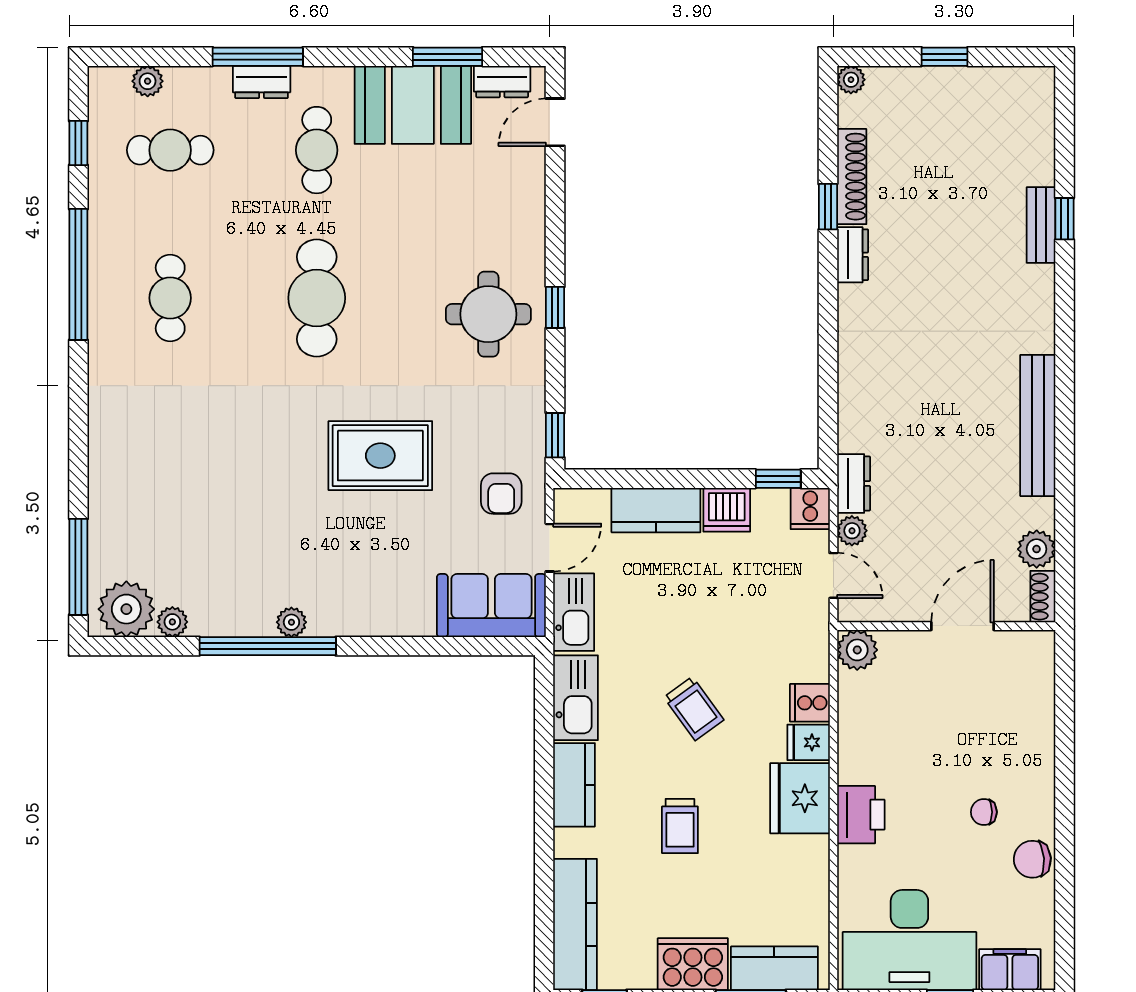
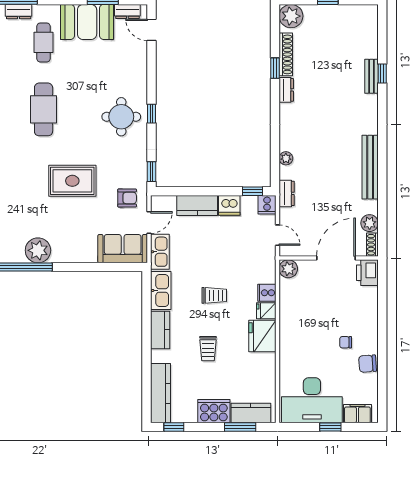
plant: (851, 80) -> (291, 16), width x1.88, depth x1.88
door: (555, 122) -> (151, 30), hinge flipped
armchair: (501, 494) -> (127, 198), turned -90
plant: (852, 531) -> (286, 158), moved
plant: (291, 622) -> (38, 250), width x1.87, depth x1.87
door: (962, 626) -> (336, 258), width x1.36
trolley: (694, 709) -> (214, 295), turned -54
printer: (861, 815) -> (367, 273), moved, turned 180

